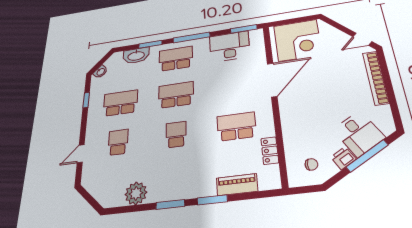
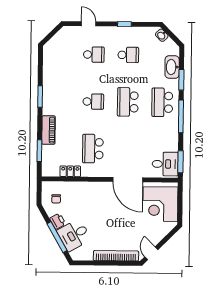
desk: (229, 46) -> (165, 164), moved, width x0.73
school desk: (176, 59) -> (162, 102), turned 180
school desk: (176, 95) -> (128, 102), turned 180
window: (86, 100) -> (124, 24), moved
school desk: (121, 103) -> (128, 55), width x0.54
school desk: (236, 126) -> (93, 149), turned 180
piano: (237, 185) -> (49, 130), moved
plant: (136, 193) -> (51, 70), removed
window: (212, 200) -> (39, 151), moved

